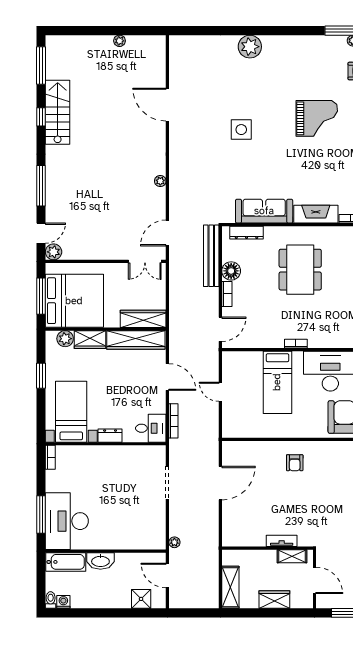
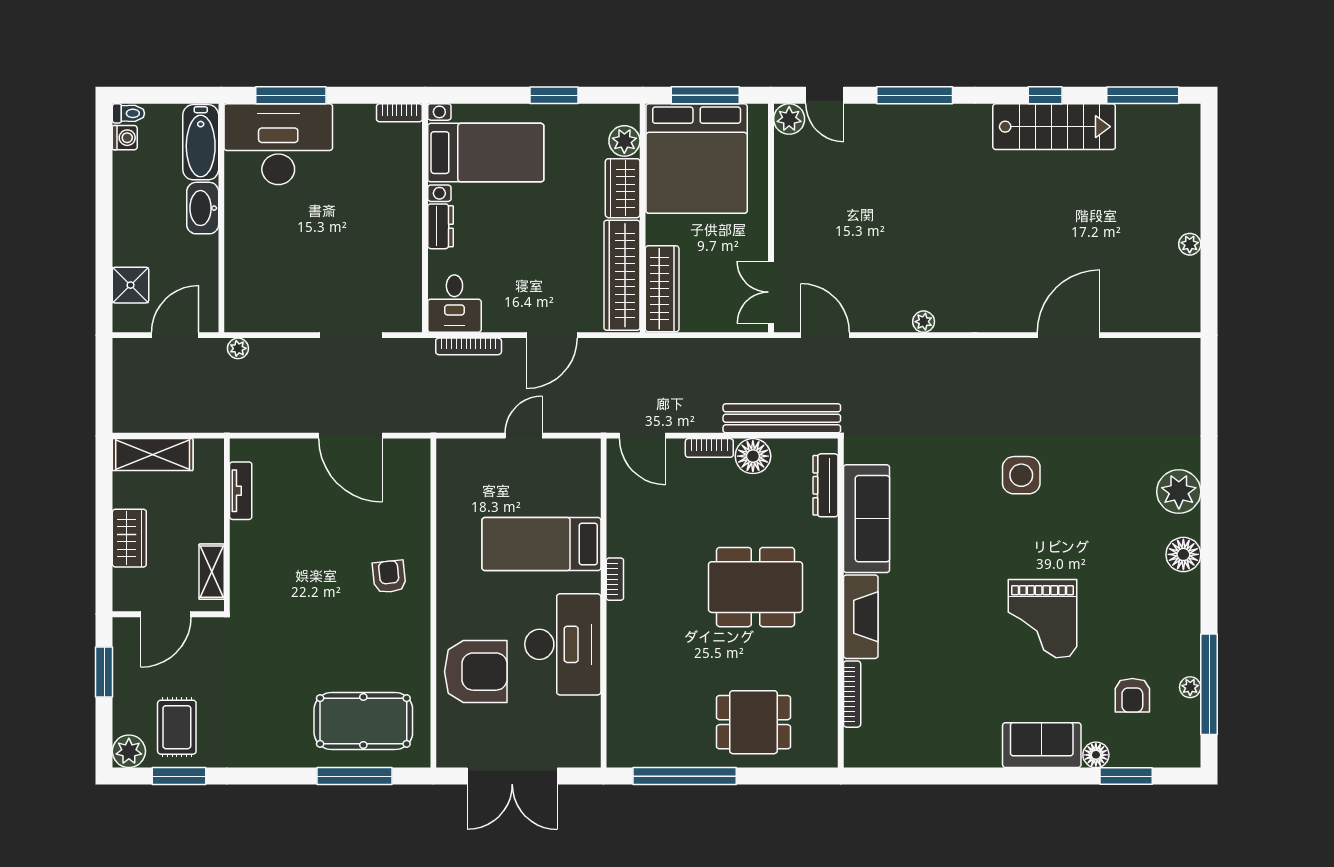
floor lamp: (283, 44) -> (1183, 554), added
armchair: (295, 463) -> (389, 577), turned 84
tv unit: (282, 541) -> (241, 491), moved

